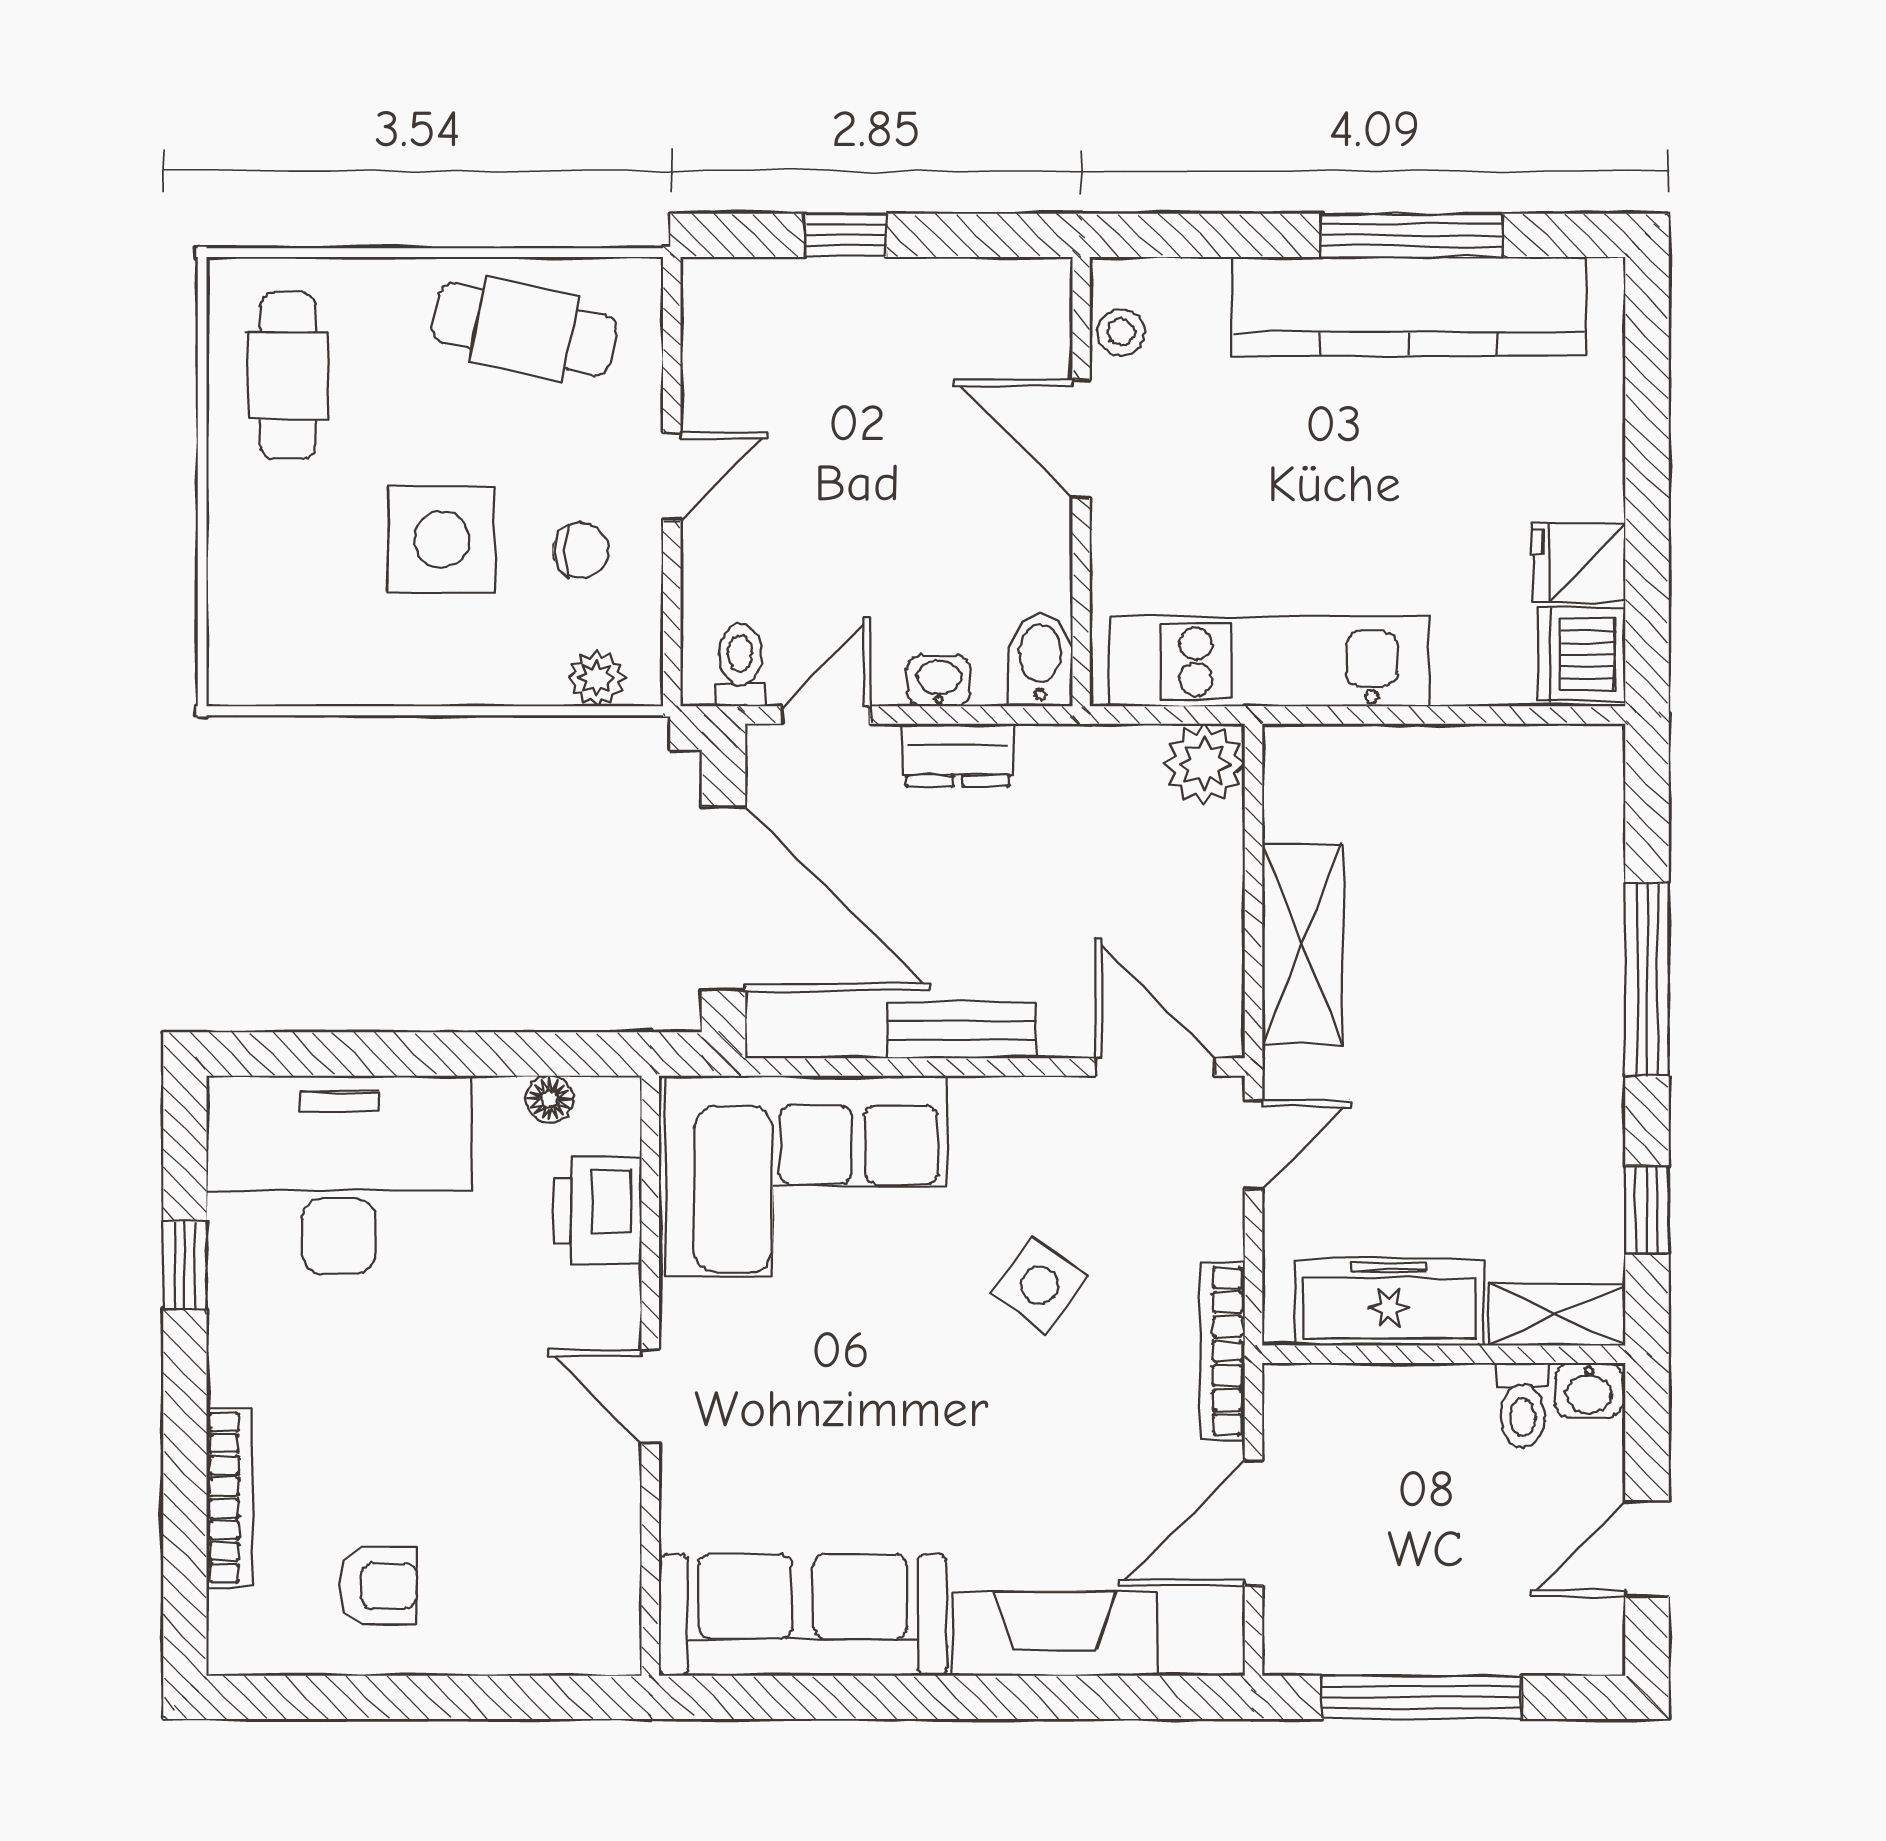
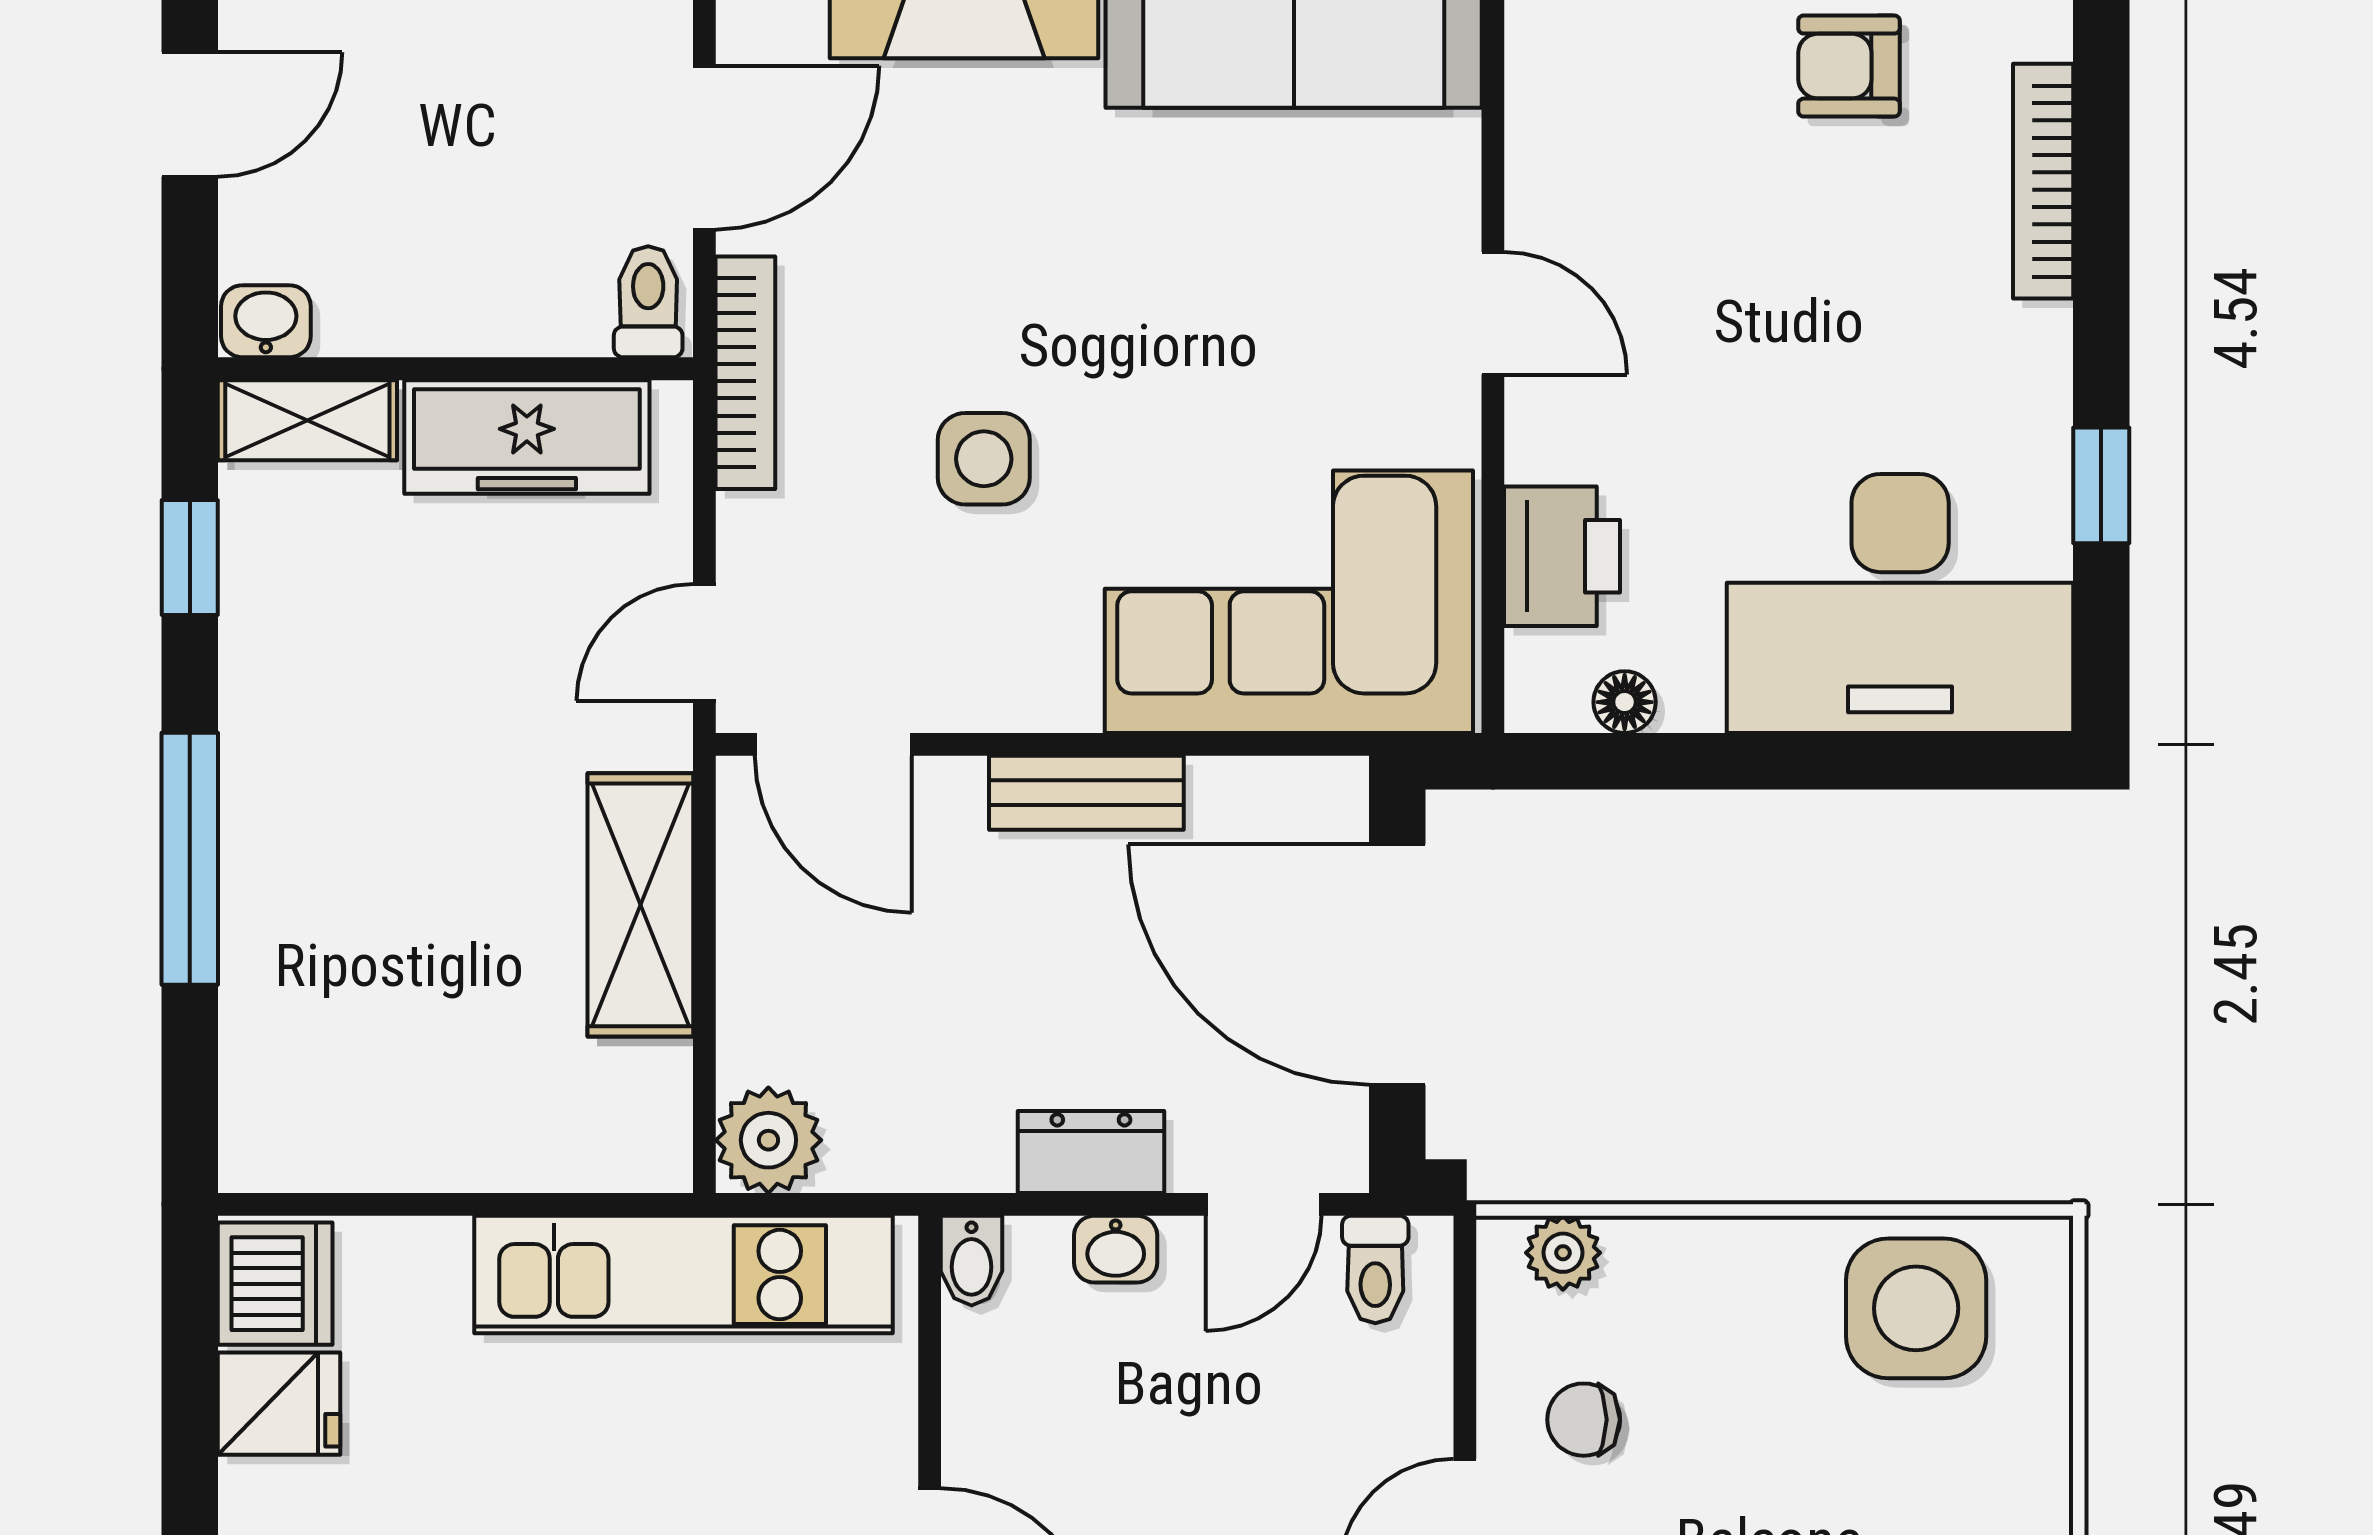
side table: (442, 540) -> (1916, 1308), moved
bidet: (1040, 660) -> (972, 1261), width x0.72, depth x0.74
side table: (1040, 1285) -> (984, 459), turned -36
toilet: (1523, 1405) -> (648, 302), moved

